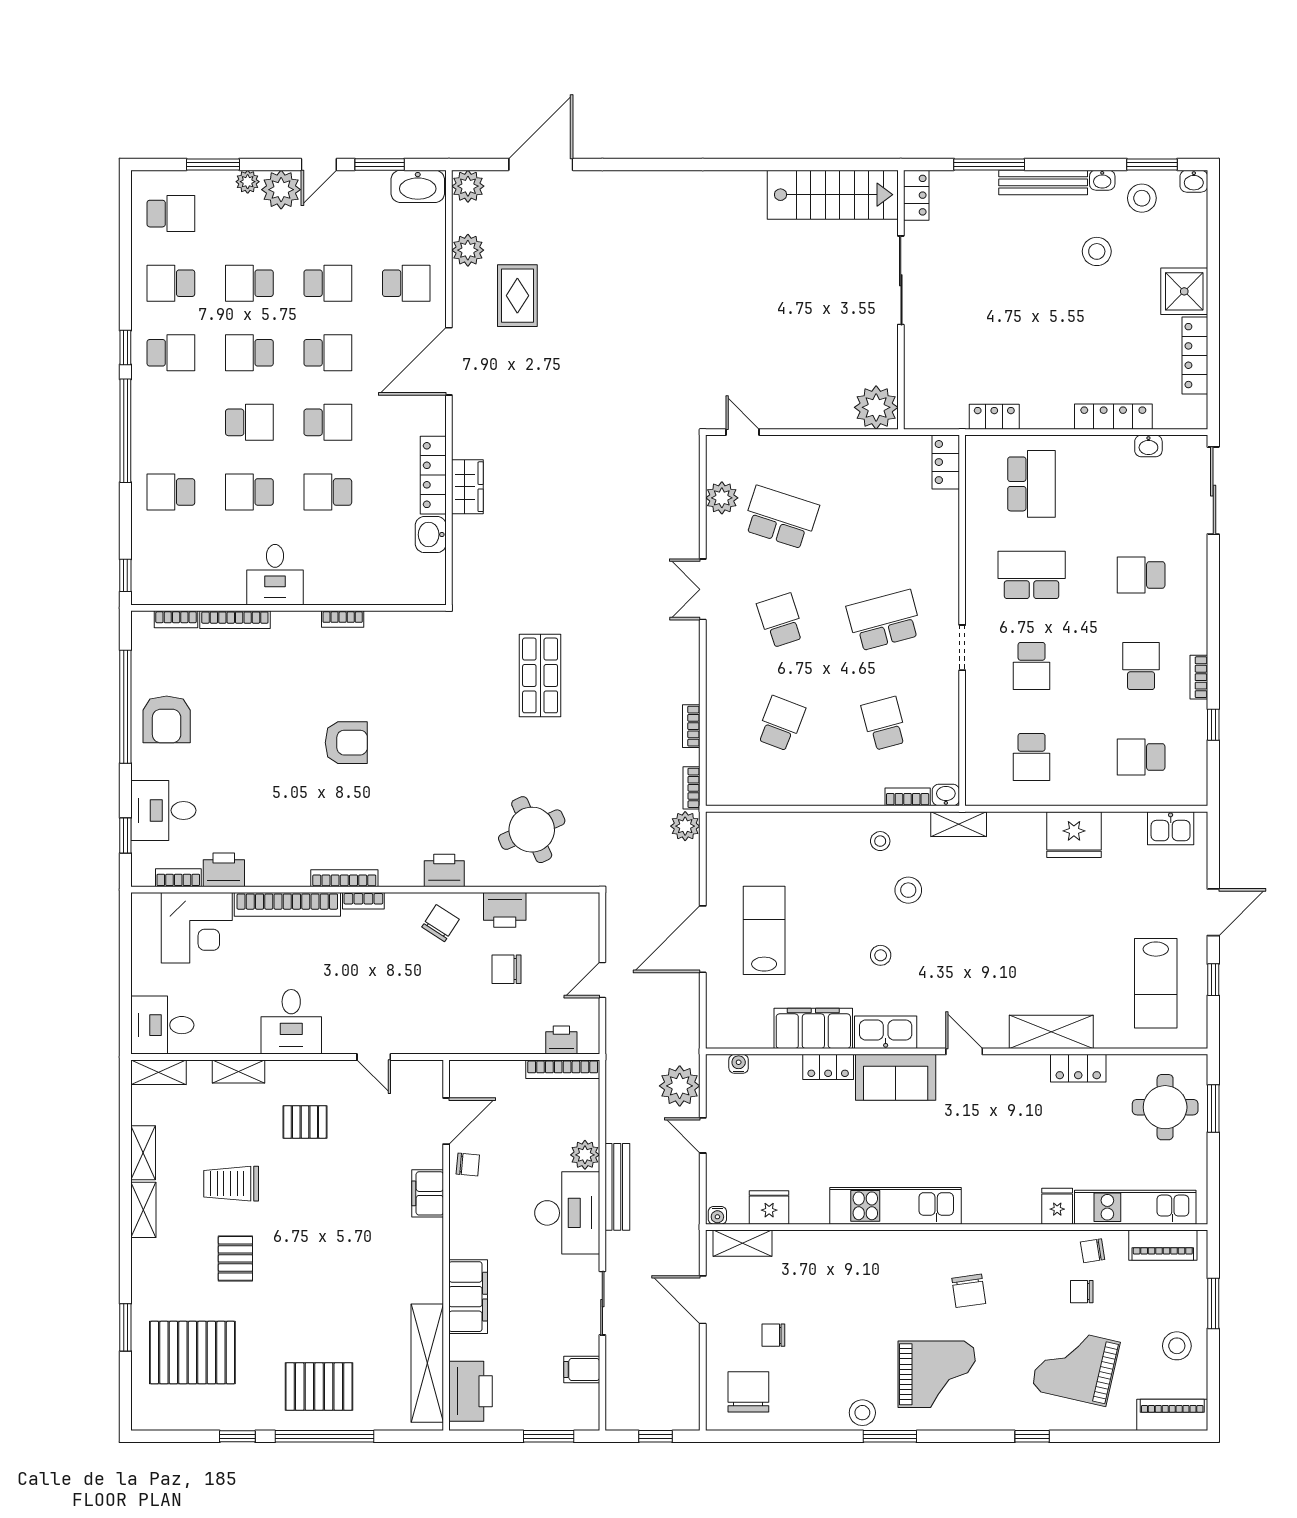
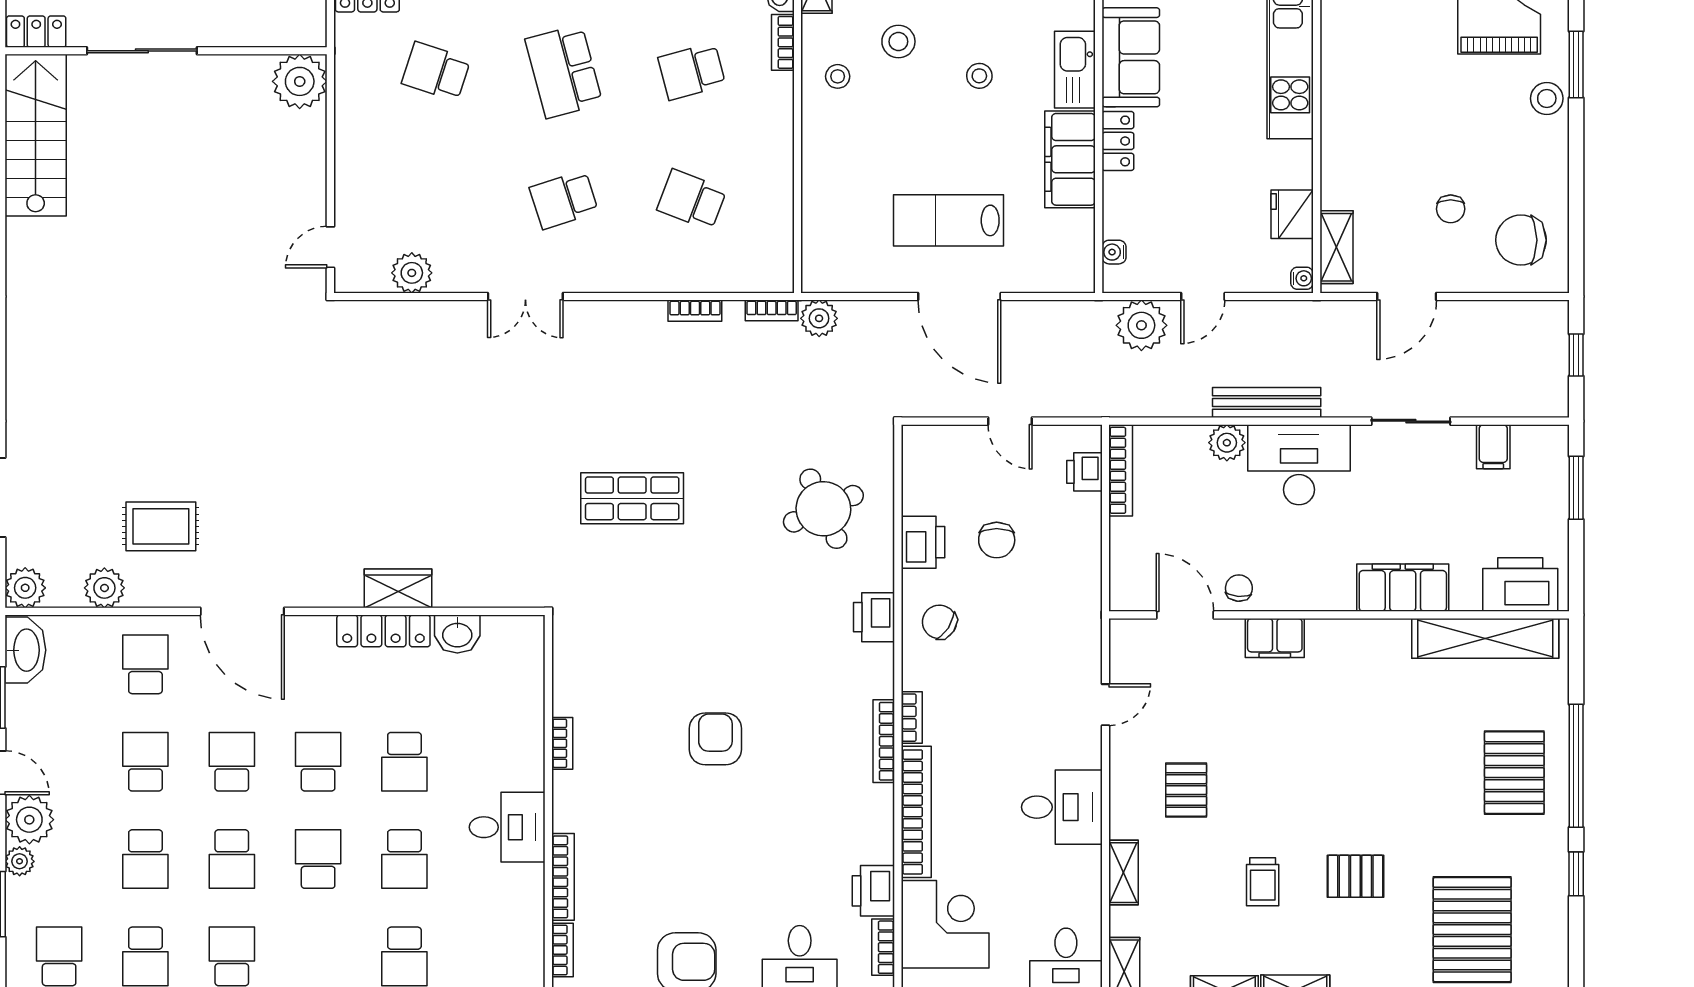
school desk: (781, 517) -> (436, 71), moved, width x0.54
trolley: (231, 1184) -> (1263, 882), width x0.73, depth x0.72

